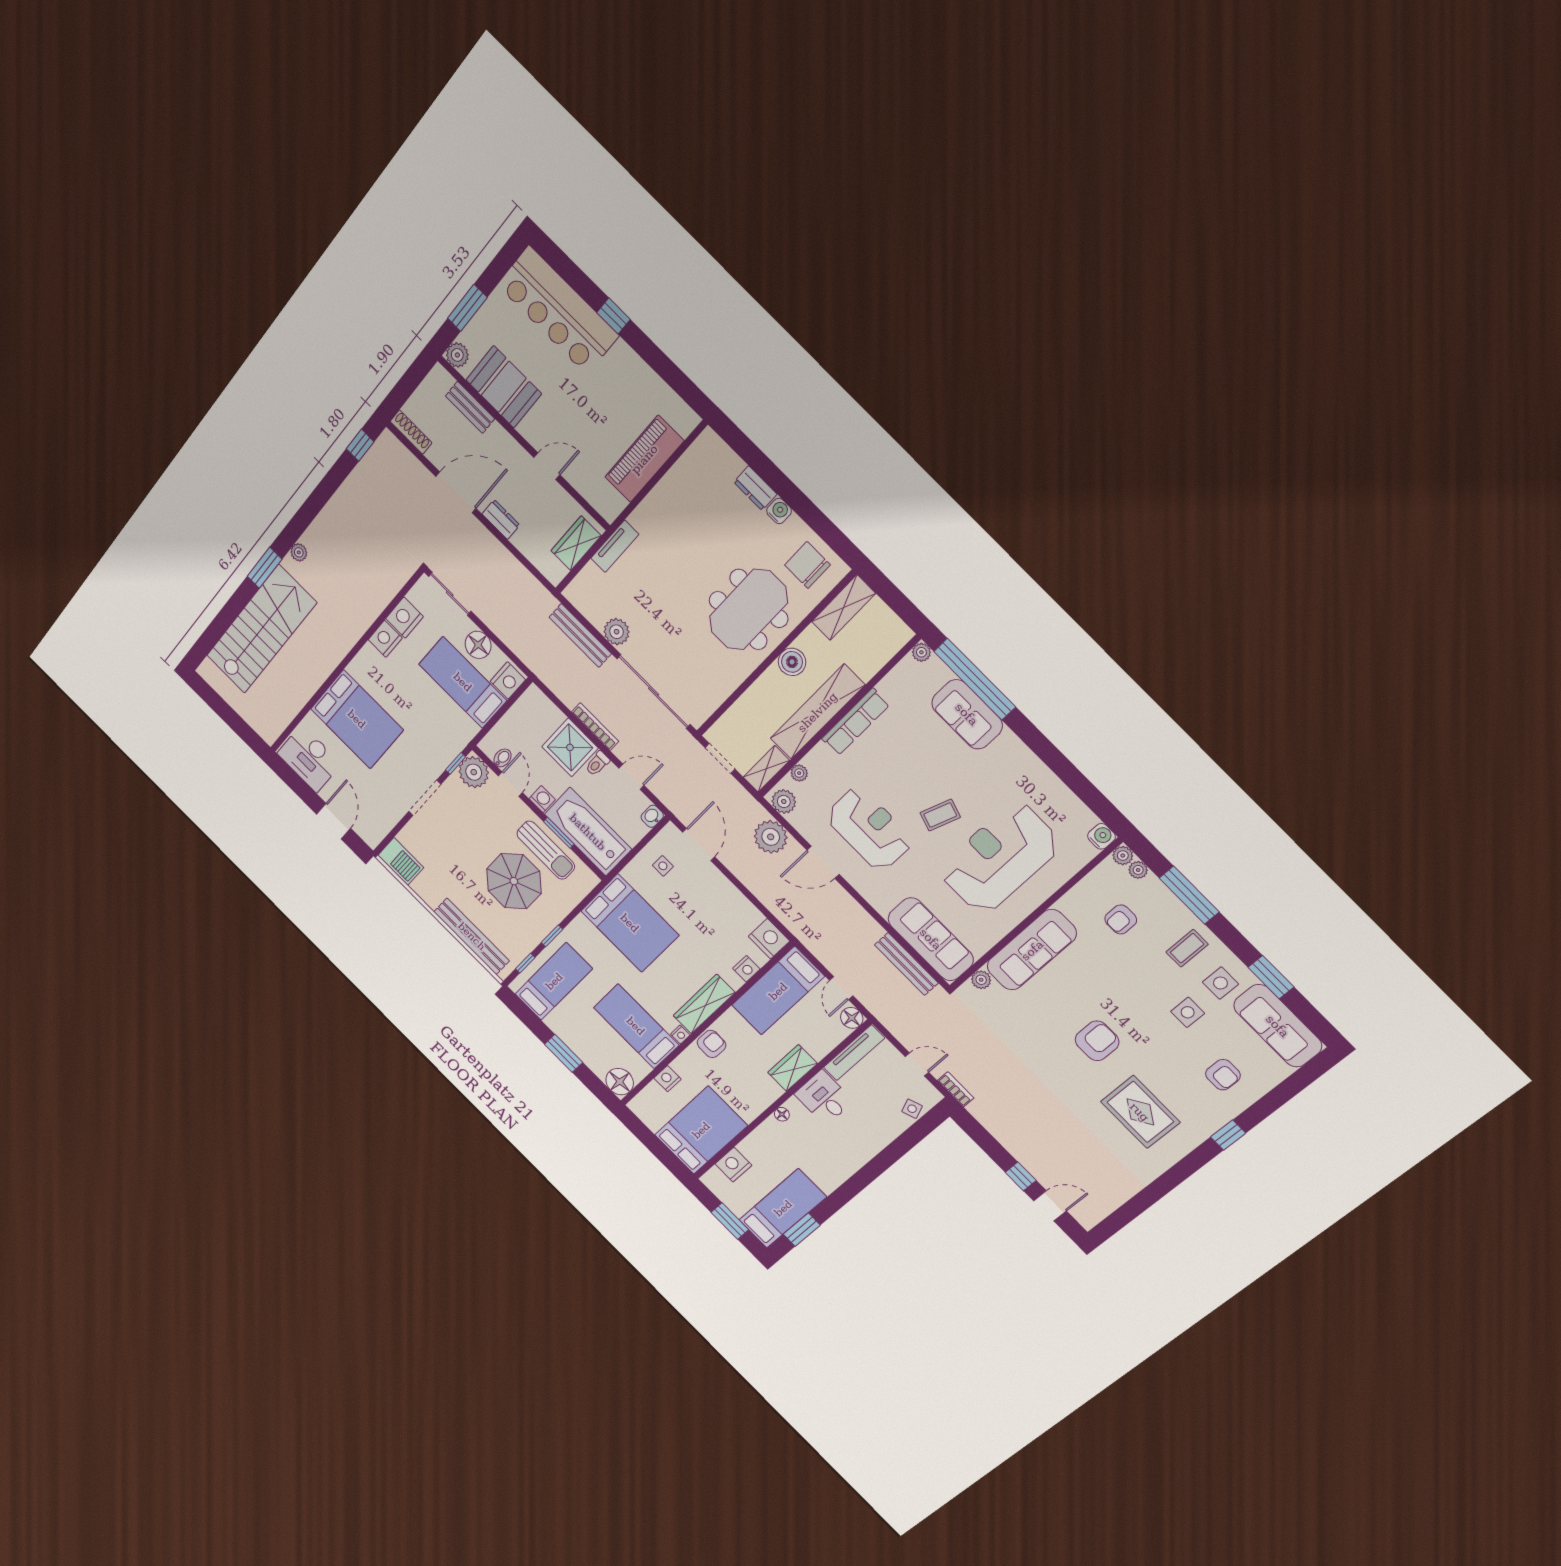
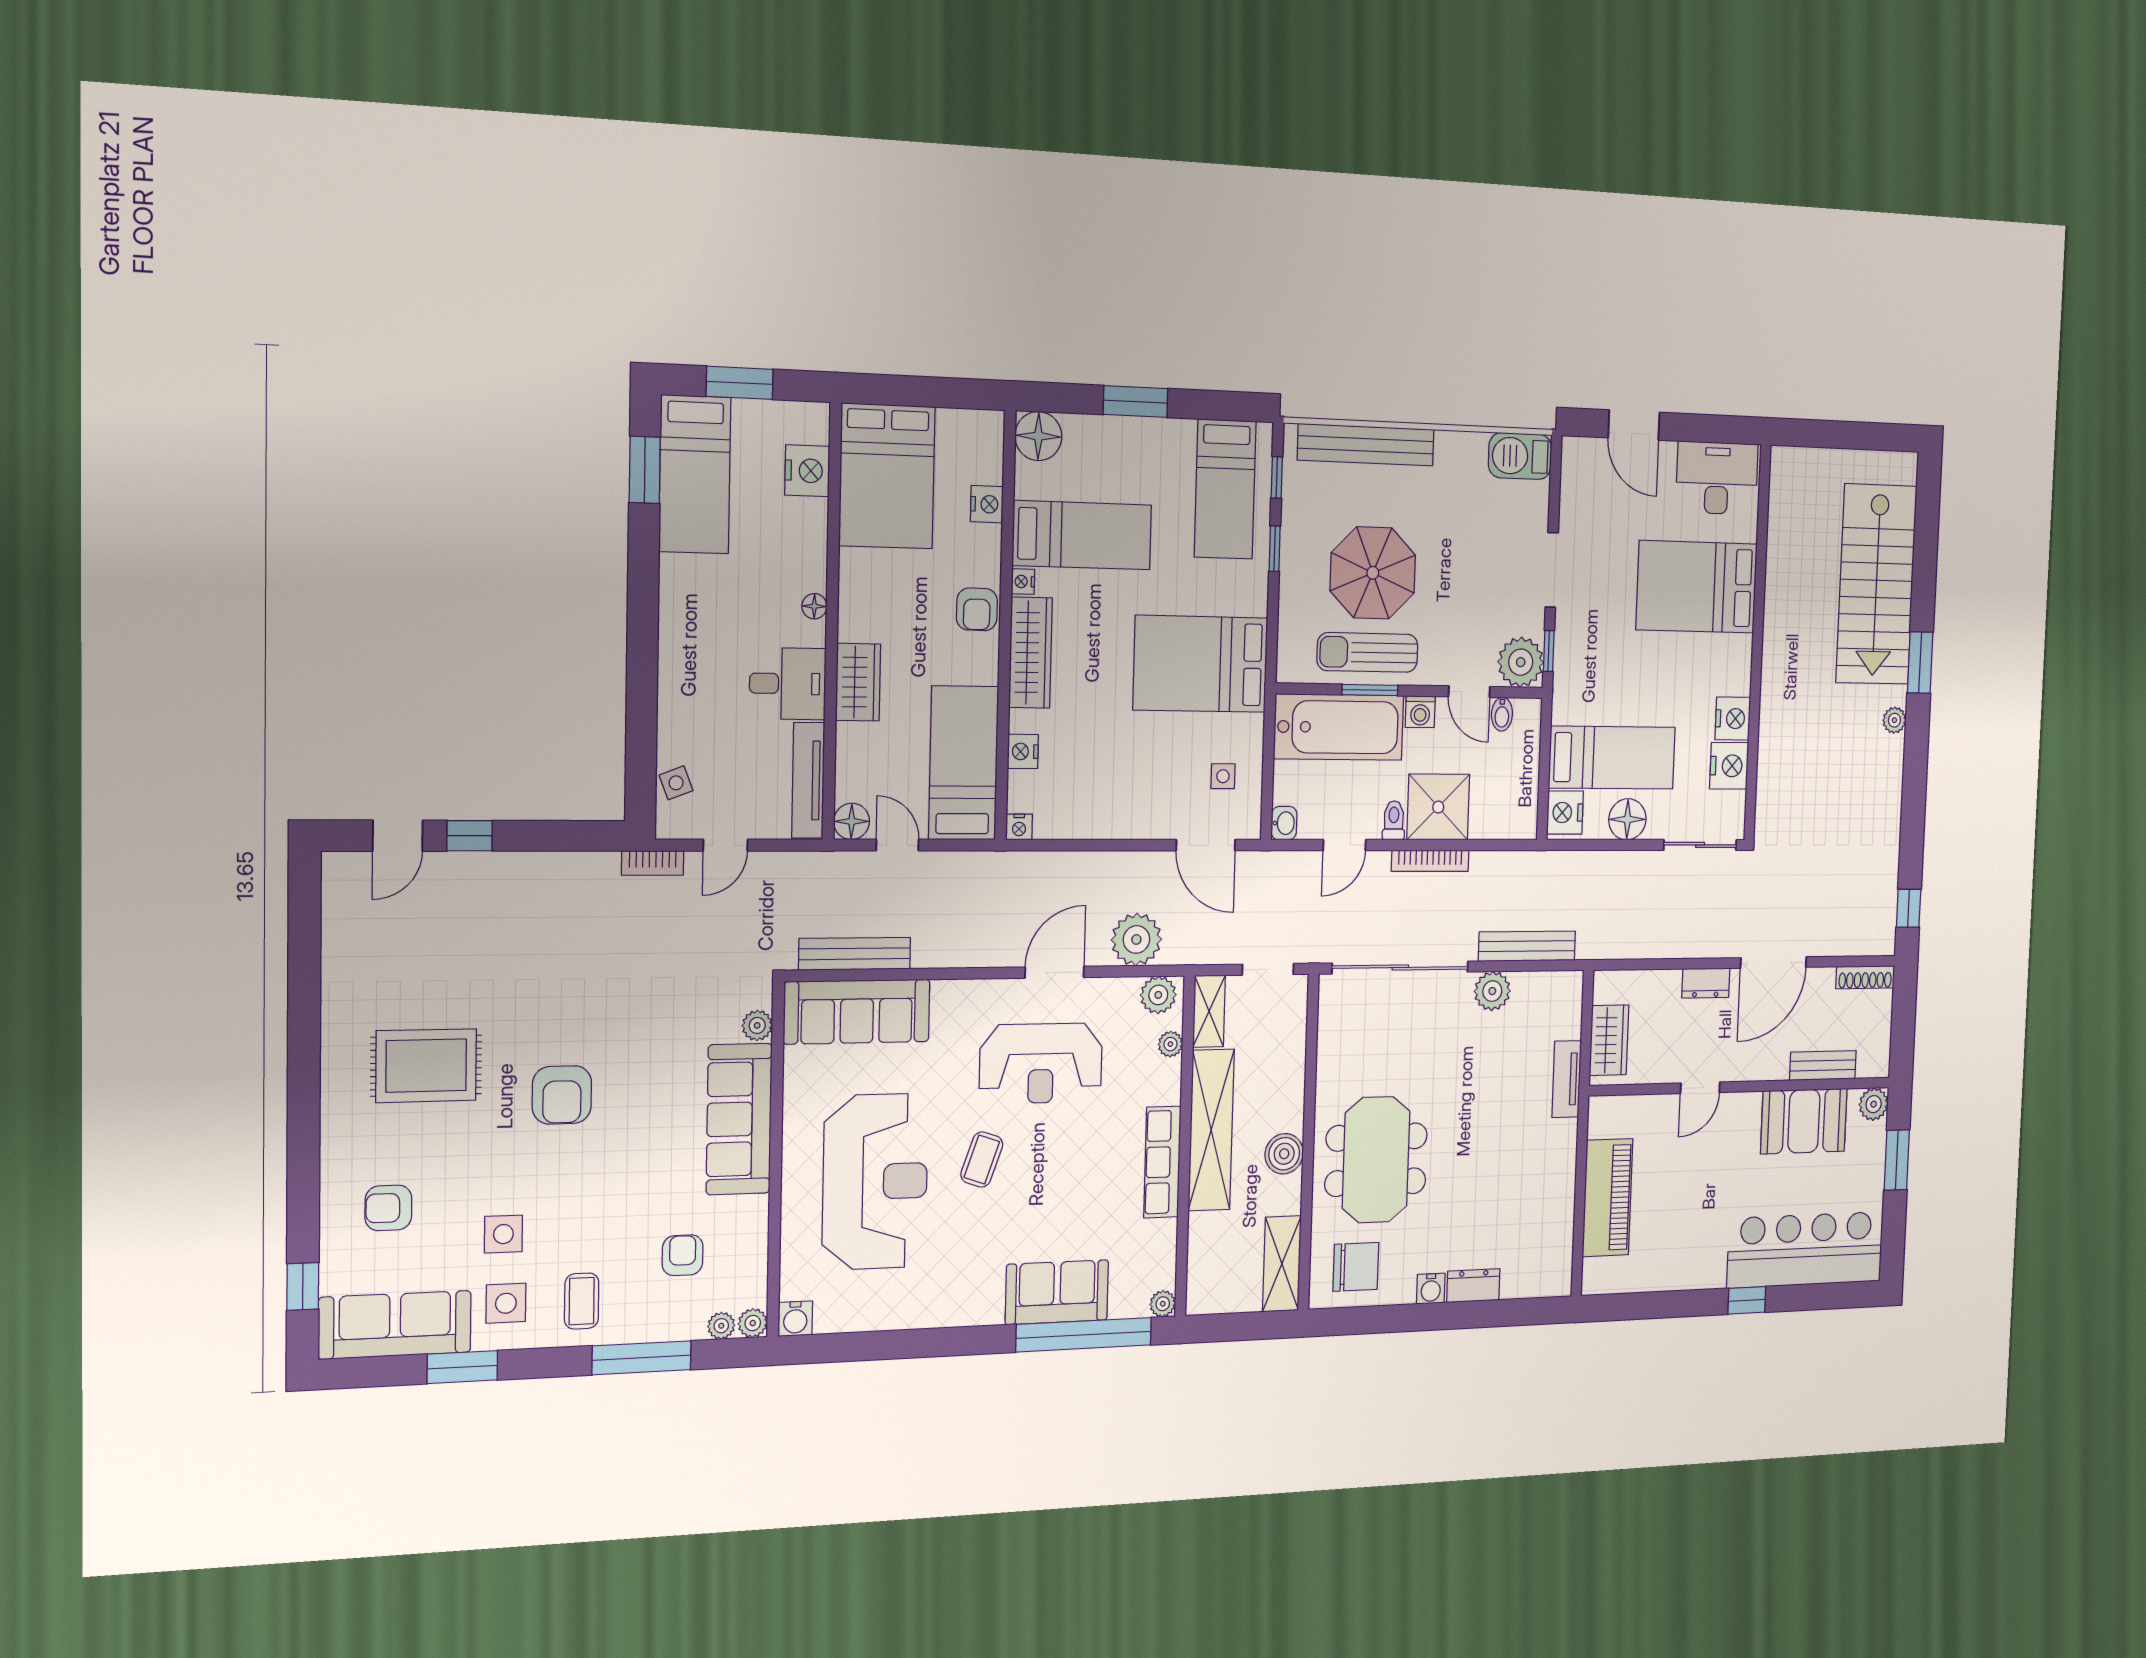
nightstand: (769, 939) -> (1019, 827), width x0.53, depth x0.56
window: (1228, 1135) -> (303, 1286), moved

